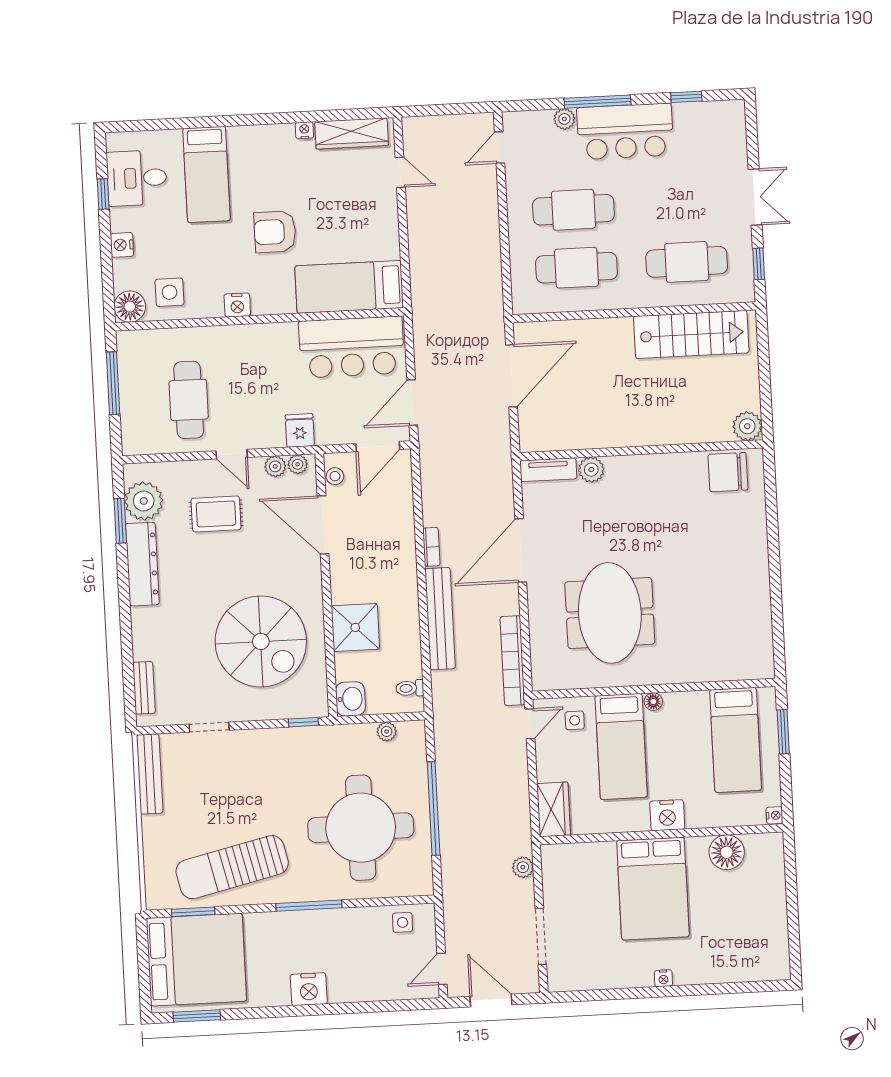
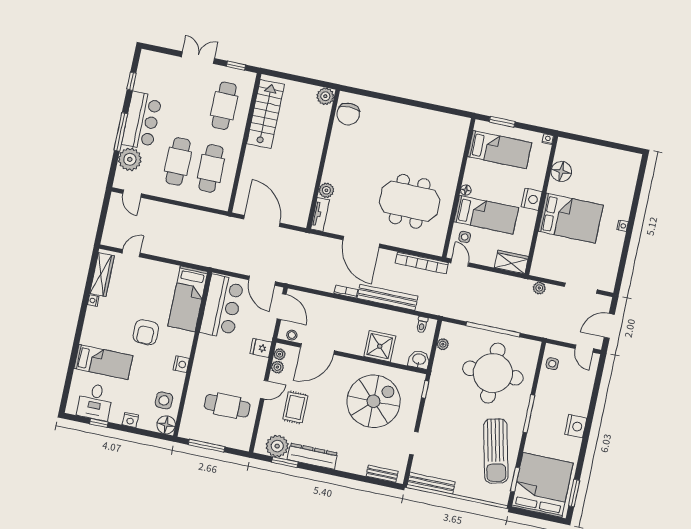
plant: (564, 119) -> (130, 159), width x1.88, depth x1.88

